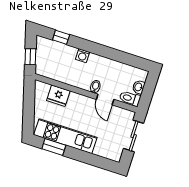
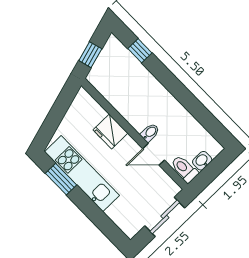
washing machine: (83, 56) -> (154, 87), removed
fridge: (58, 96) -> (110, 131), moved
door: (105, 99) -> (154, 154), hinge flipped

